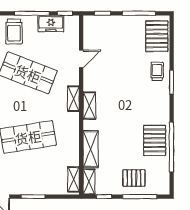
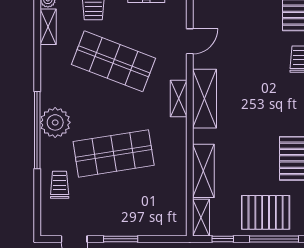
shelving: (89, 106) -> (204, 99), width x1.50, depth x1.33
pallet: (134, 178) -> (266, 212), width x1.50, depth x1.42
shelving: (74, 179) -> (179, 214), removed

